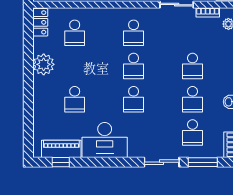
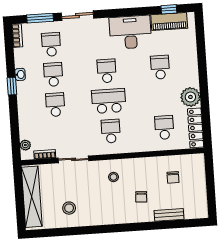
locker: (40, 22) -> (196, 128), width x1.53
school desk: (134, 66) -> (109, 101), width x1.85

